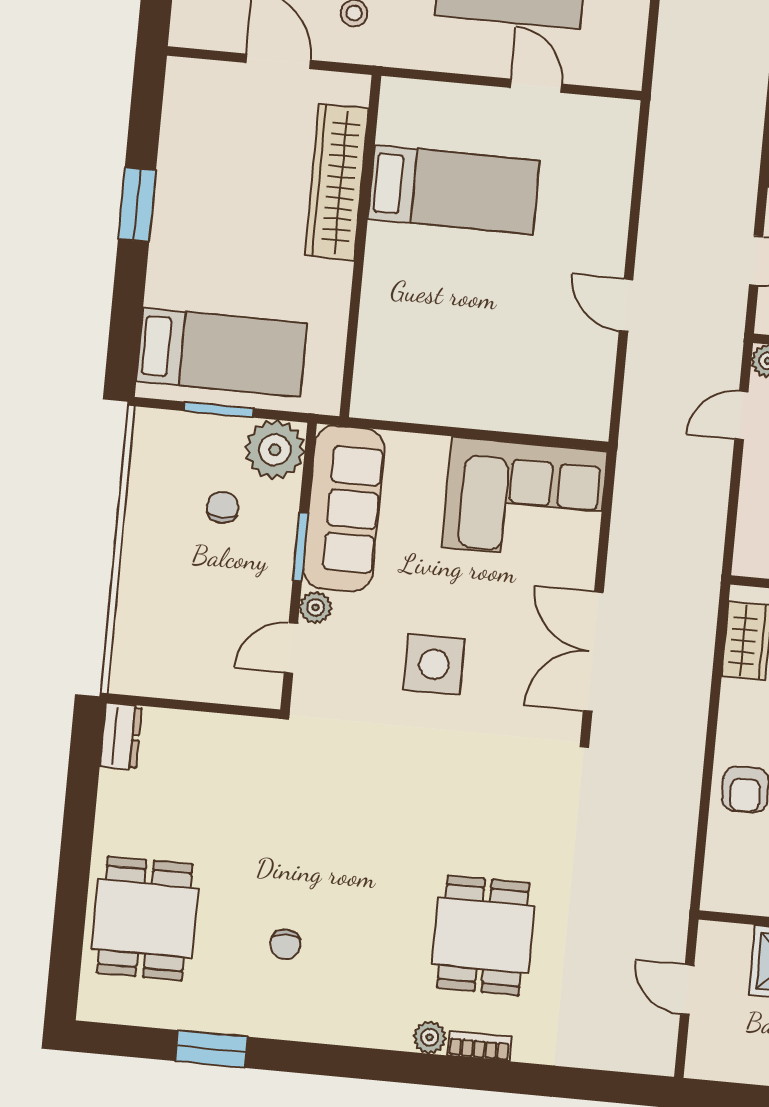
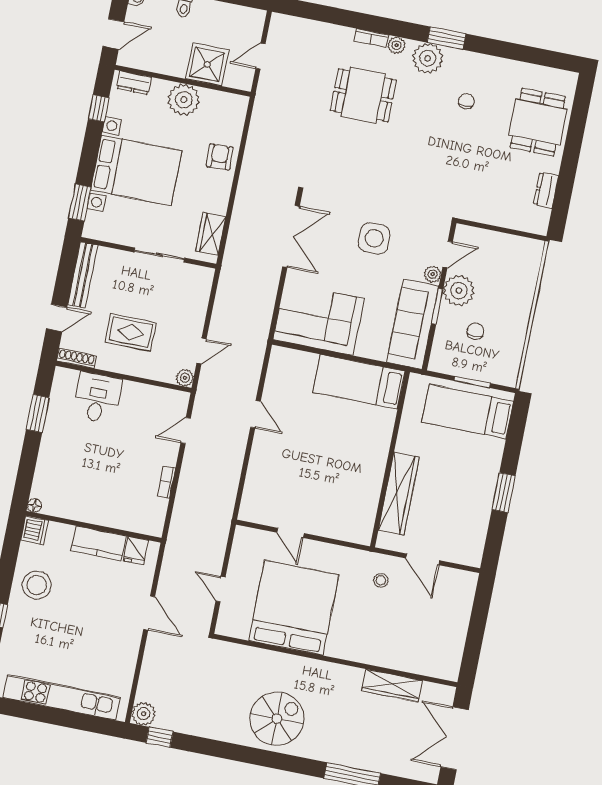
bed: (454, 190) -> (359, 382), moved
plant: (275, 450) -> (459, 290), moved
chair: (223, 507) -> (475, 331), turned 180
dresser: (121, 736) -> (546, 190), moved
dining table: (483, 935) -> (363, 95), turned 90
door: (687, 990) -> (260, 56), swing flipped
plant: (368, 1019) -> (428, 58), added
window: (211, 1049) -> (446, 38), moved

